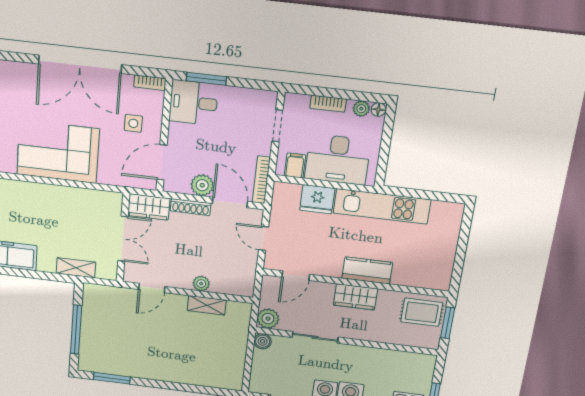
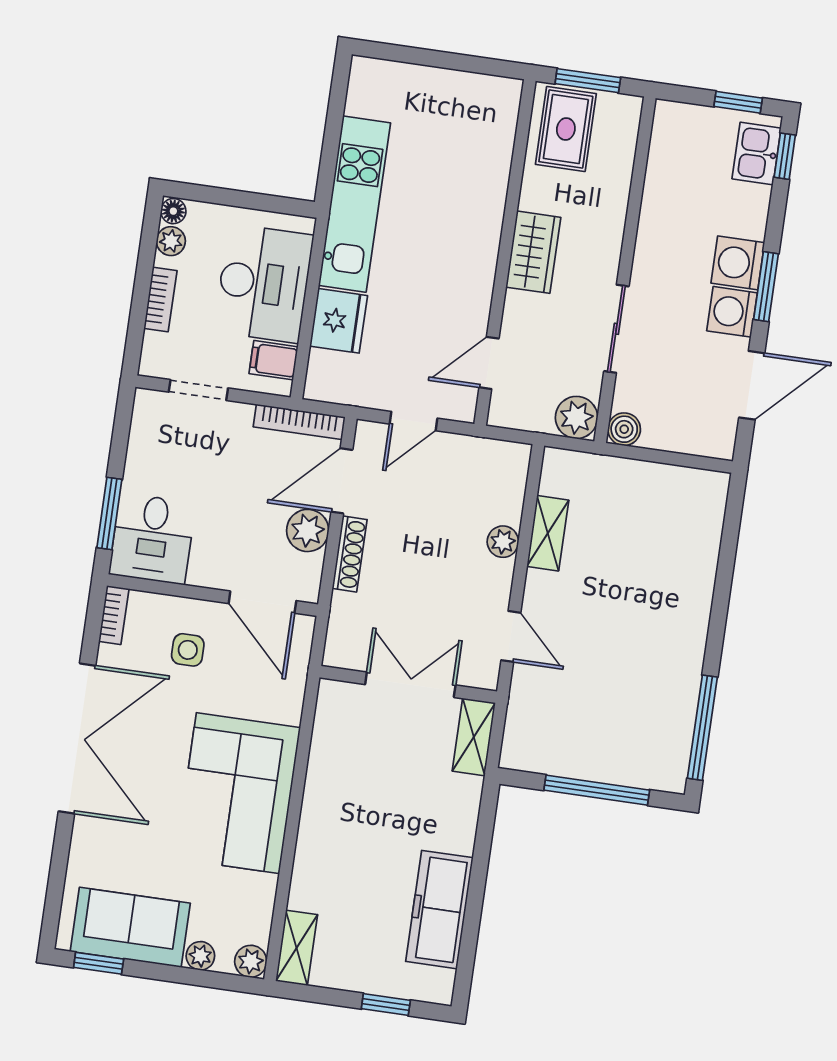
wardrobe: (149, 207) -> (348, 632), removed
shelving: (76, 268) -> (474, 737), moved
kitchen counter: (367, 270) -> (480, 230), removed
door: (296, 276) -> (489, 363), swing flipped
window: (112, 378) -> (702, 728), width x1.44

